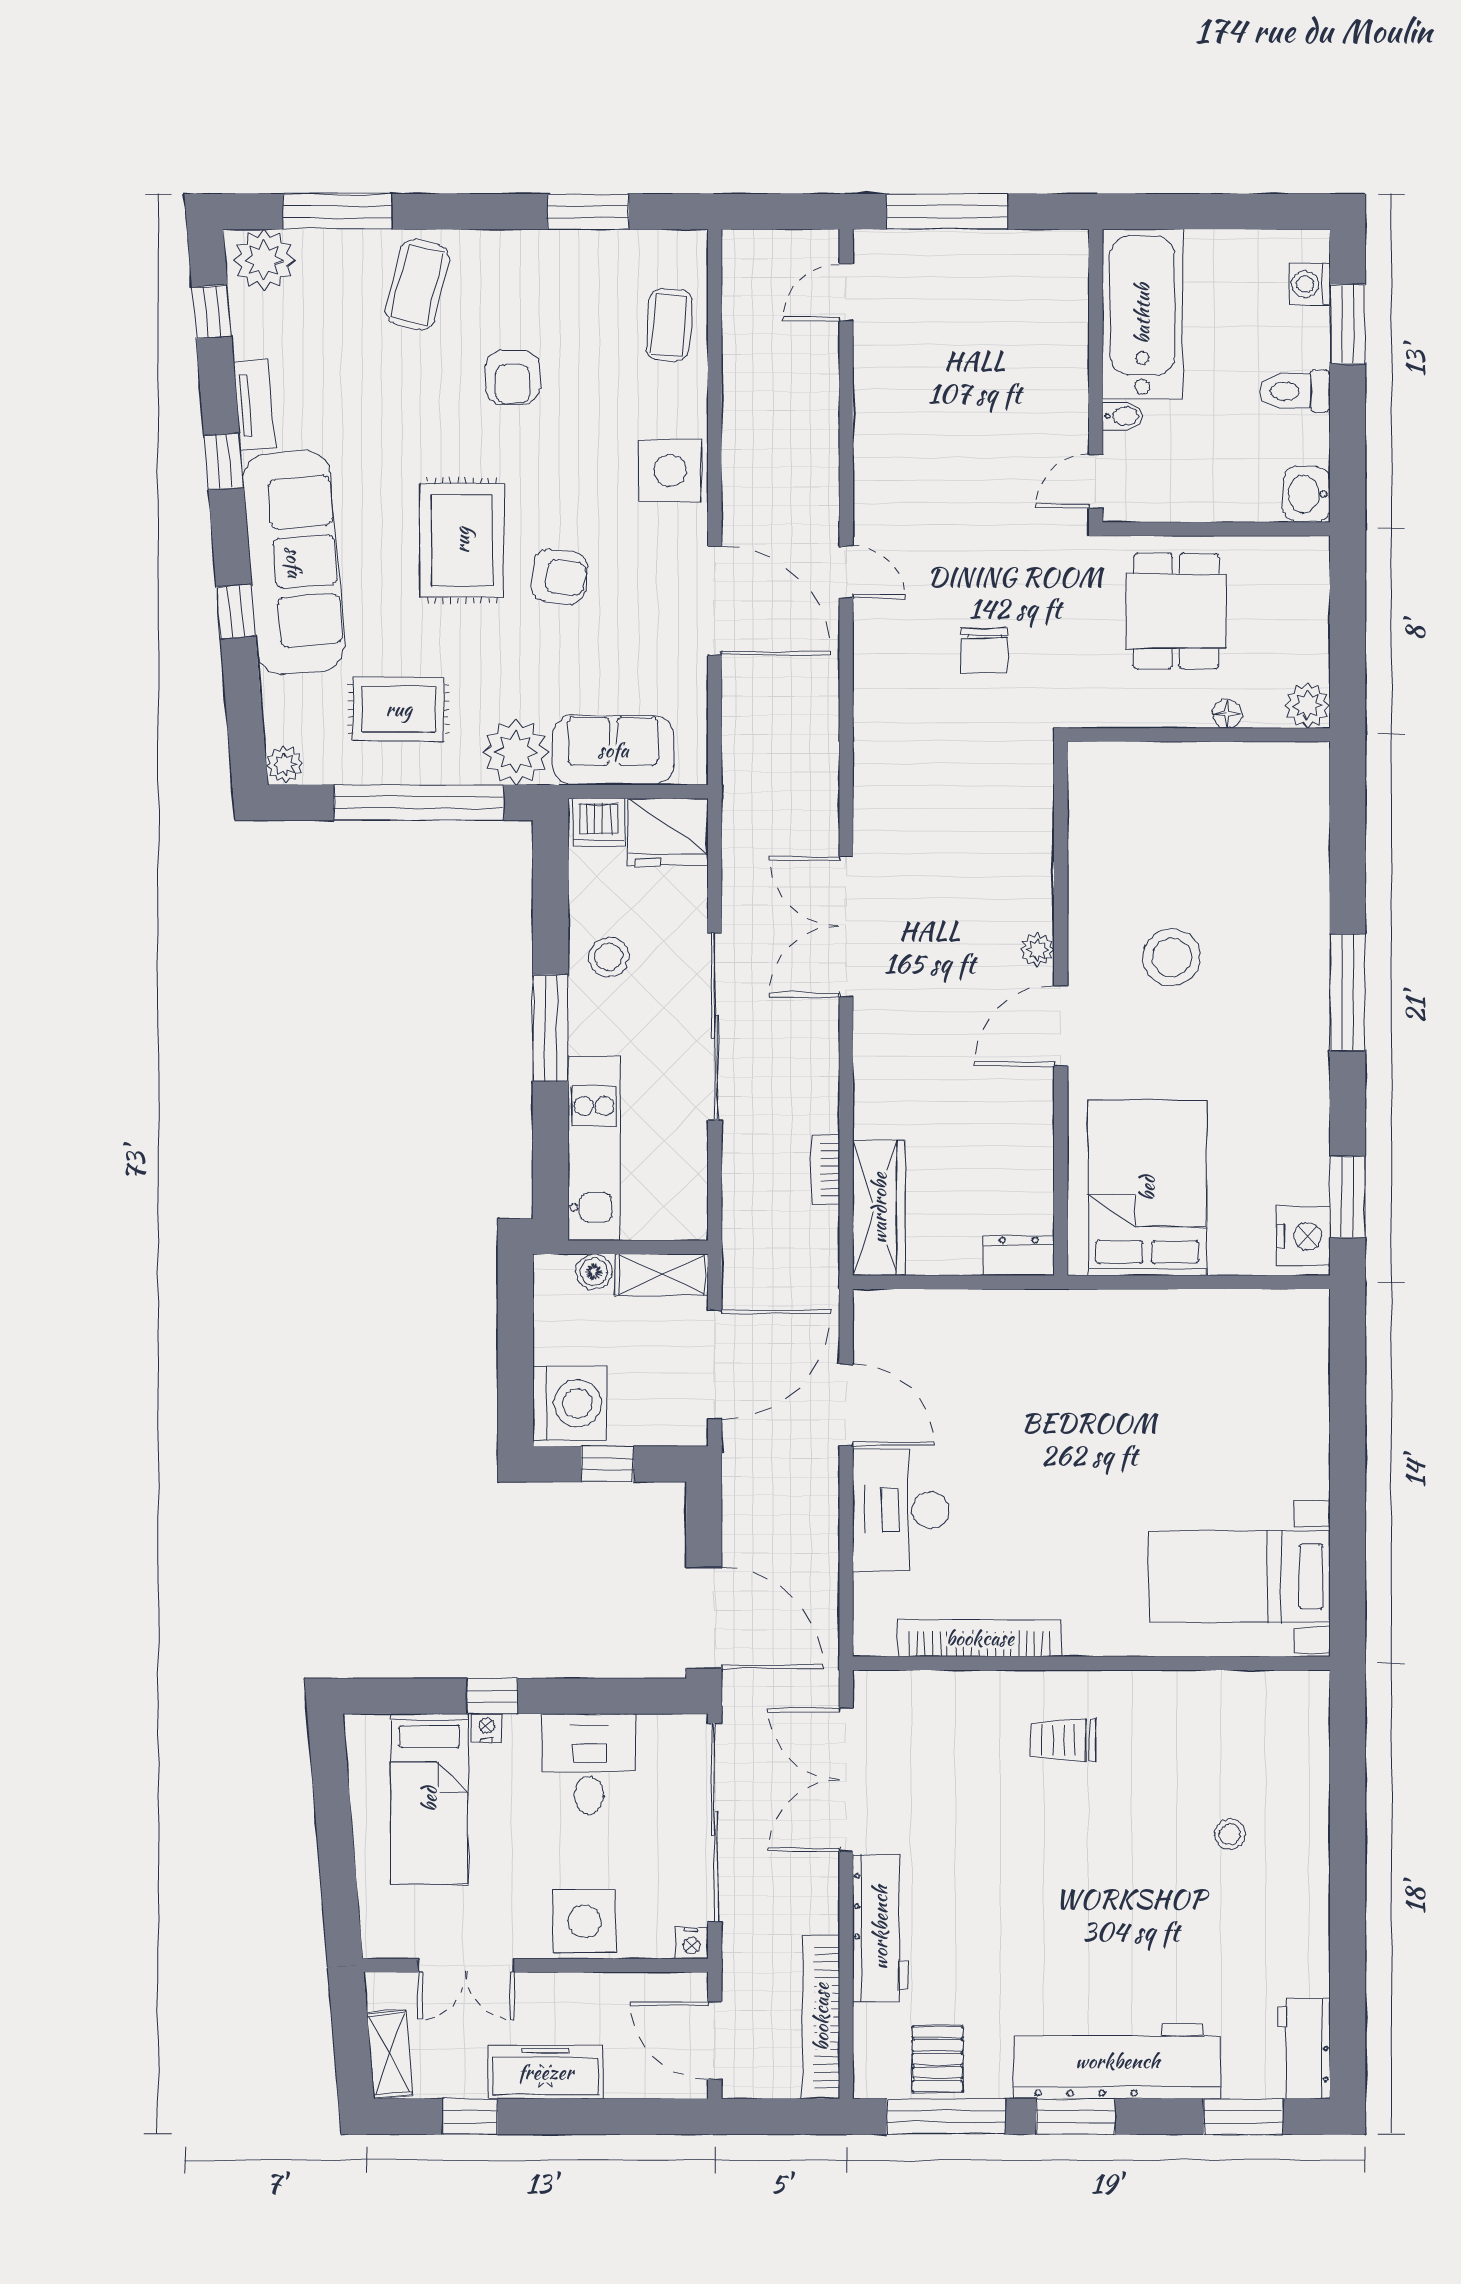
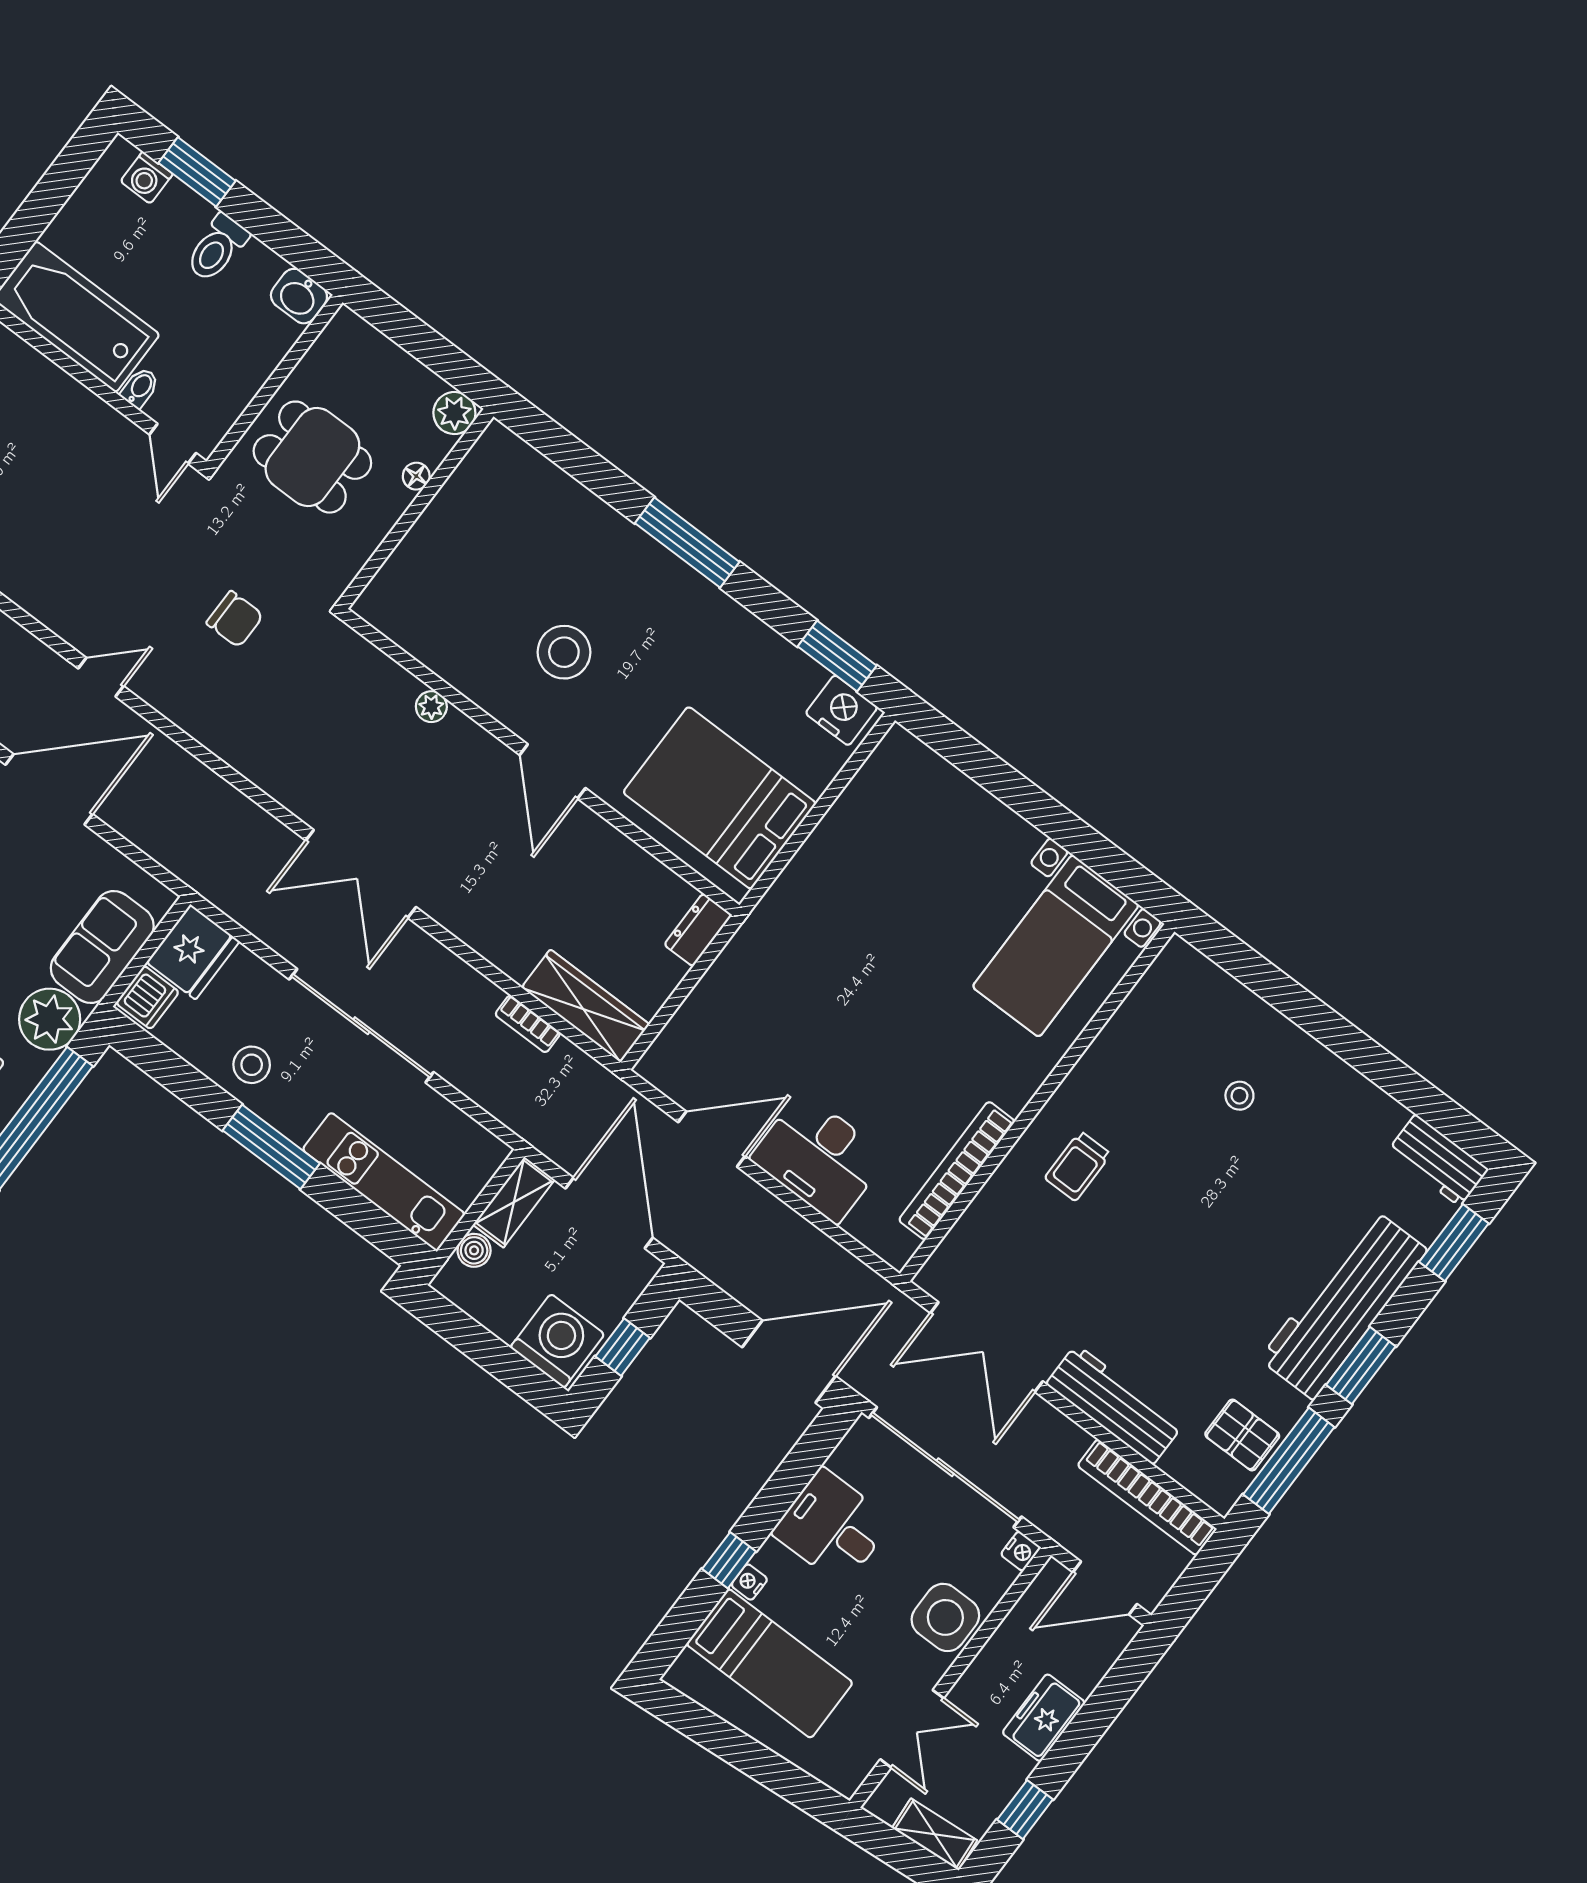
plant: (1037, 950) -> (431, 707), moved
freezer: (546, 2072) -> (1044, 1718), width x0.71

